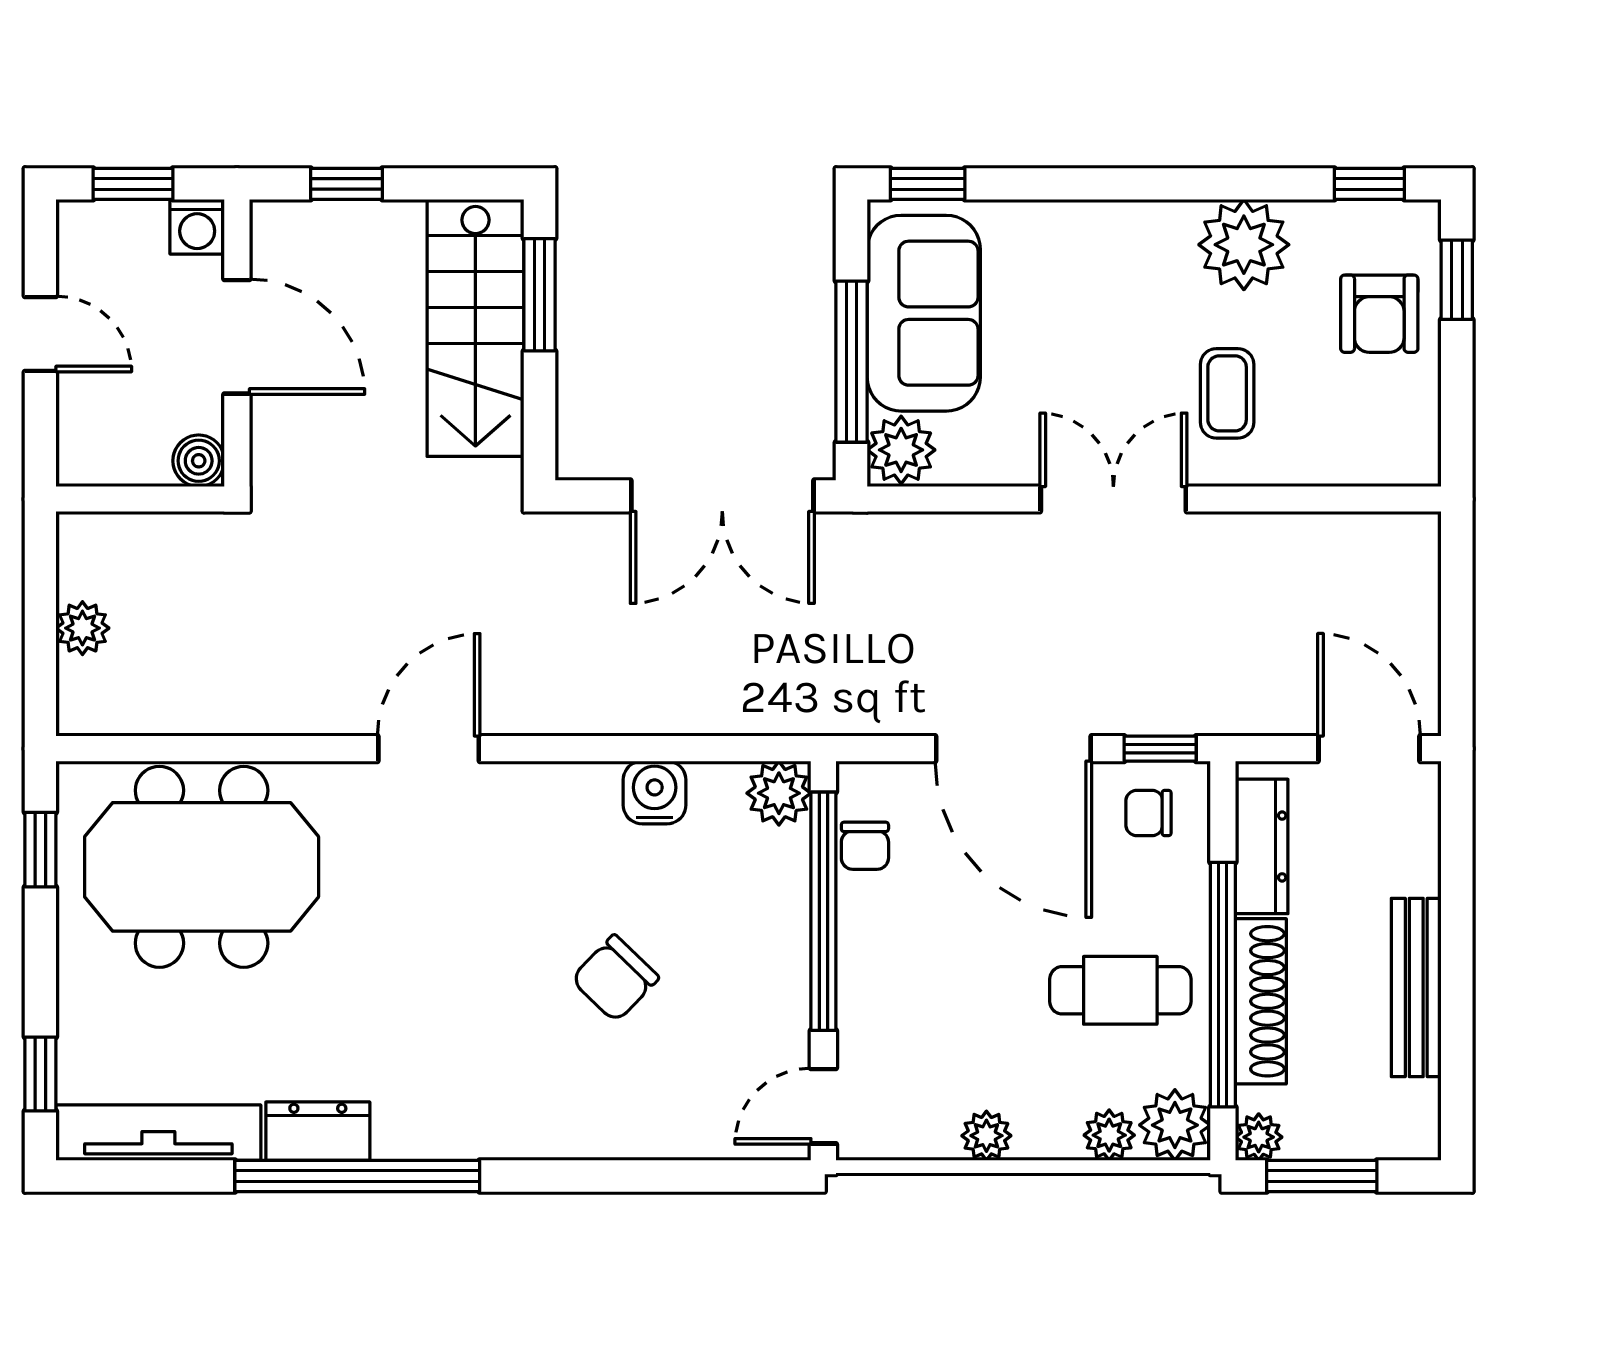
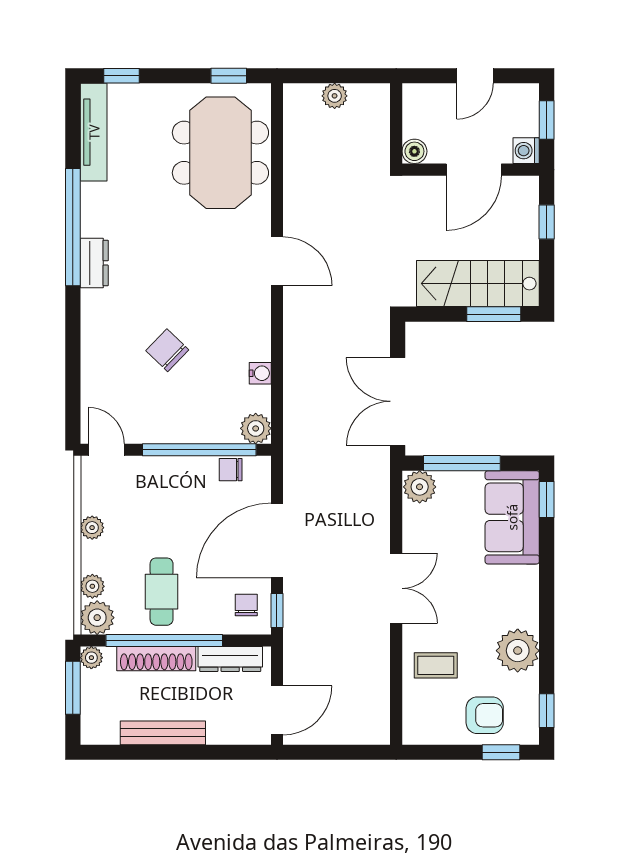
sofa: (924, 313) -> (512, 517), moved, turned 90
armchair: (1379, 314) -> (485, 715), turned 180
coffee table: (1227, 393) -> (436, 665), moved
water cooler: (655, 792) -> (260, 373), width x0.72, depth x0.72
dresser: (318, 1131) -> (94, 263), moved

